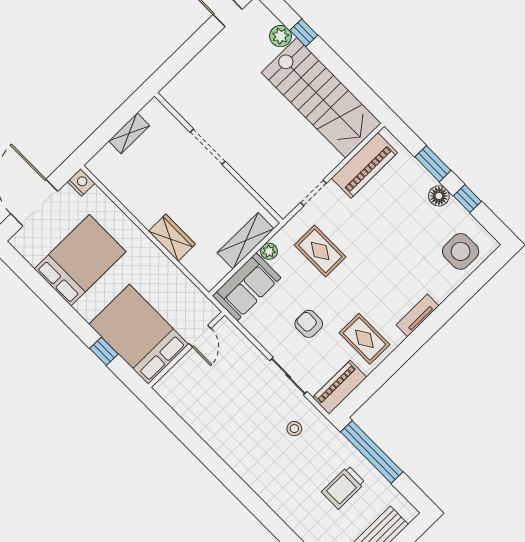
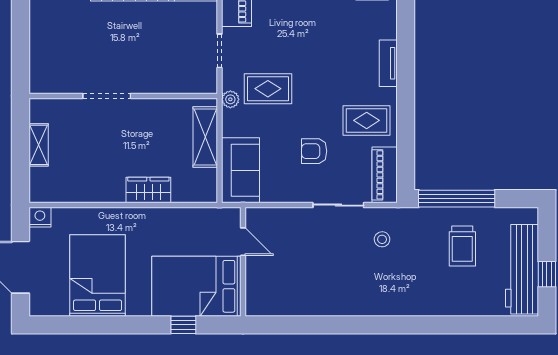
plant: (269, 251) -> (230, 99), moved

